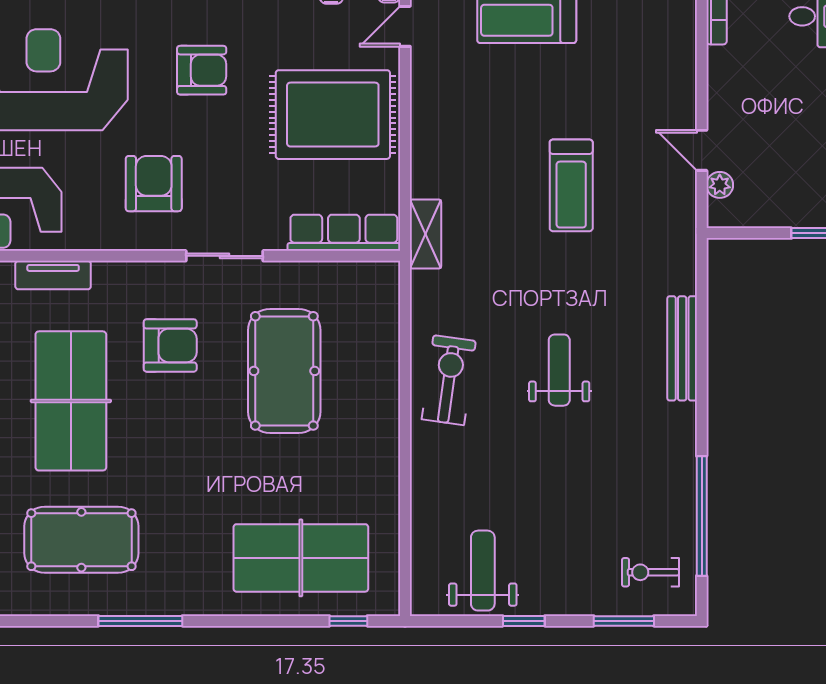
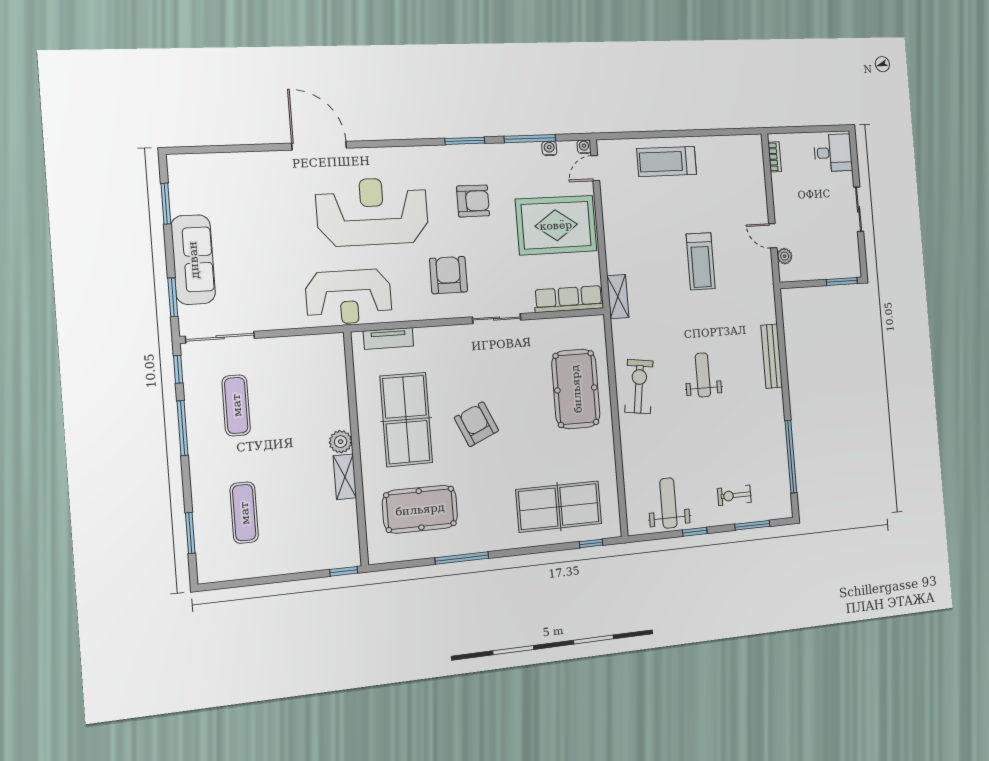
armchair: (170, 345) -> (476, 424), moved, turned -114
pool table: (284, 371) -> (576, 389), moved
exercise bike: (650, 572) -> (734, 495), moved

